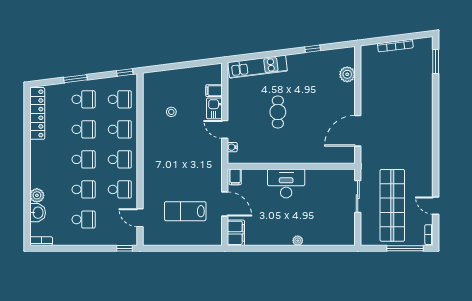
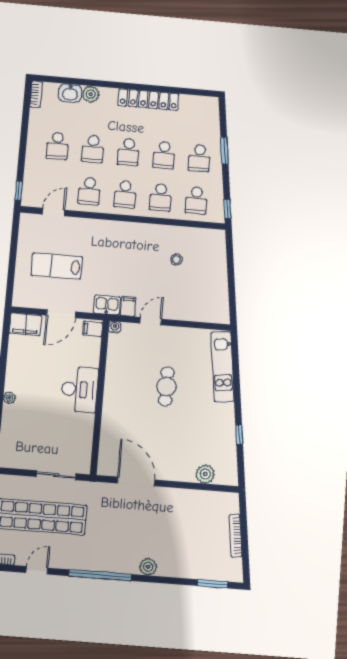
filing cabinet: (214, 91) -> (128, 306), moved
kitchen sink: (214, 108) -> (107, 305), moved
cafe table: (278, 112) -> (166, 386), turned 90
locker: (37, 113) -> (148, 100), moved
plant: (426, 115) -> (148, 567), added
water cooler: (232, 147) -> (115, 327), moved
window: (436, 154) -> (100, 575), added
lab bench: (185, 211) -> (57, 266), turned -90

